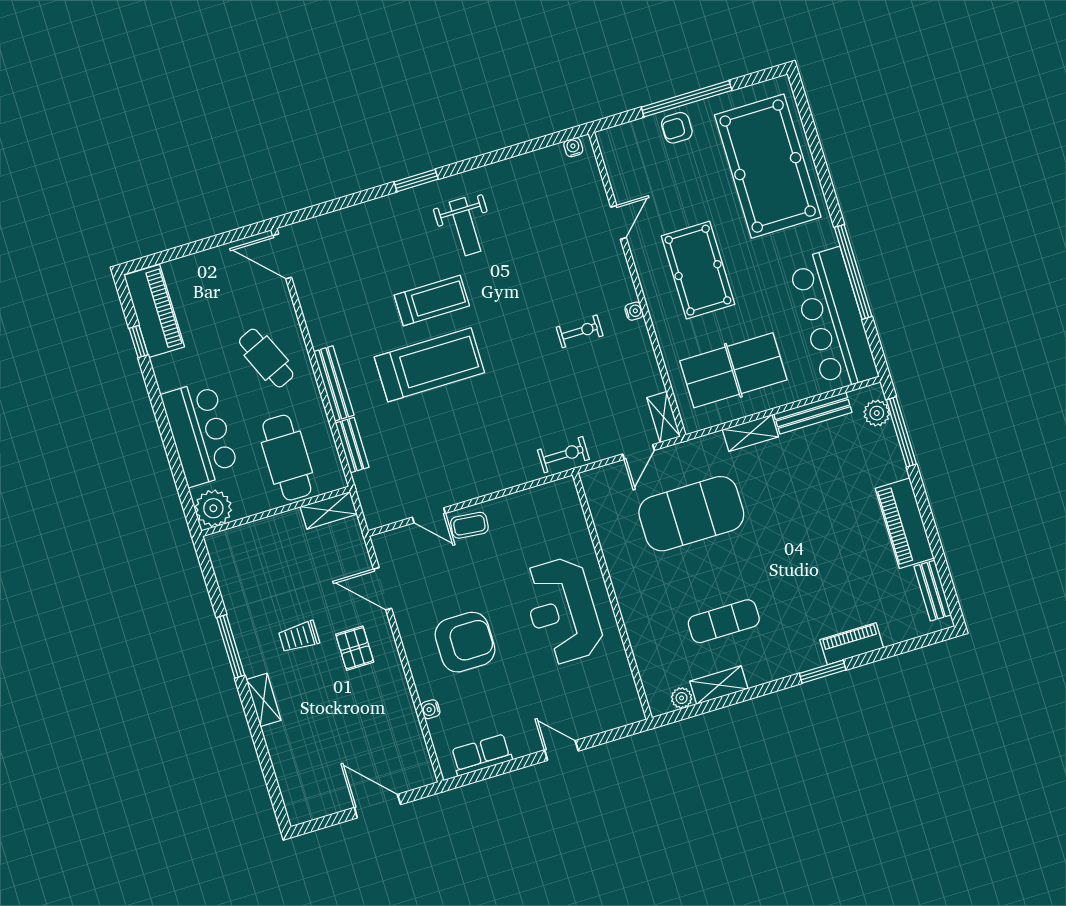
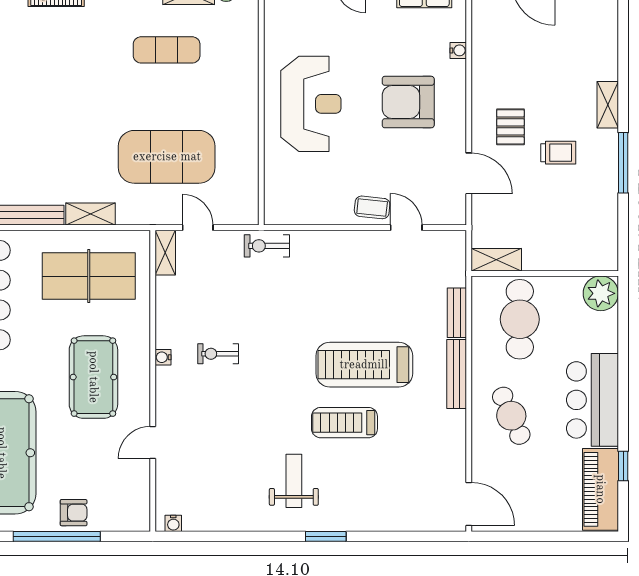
bar counter: (200, 434) -> (592, 400), moved
door: (638, 452) -> (198, 228), hinge flipped

